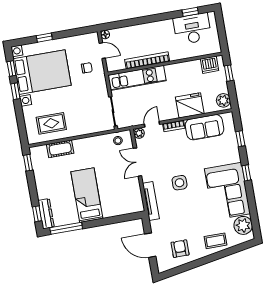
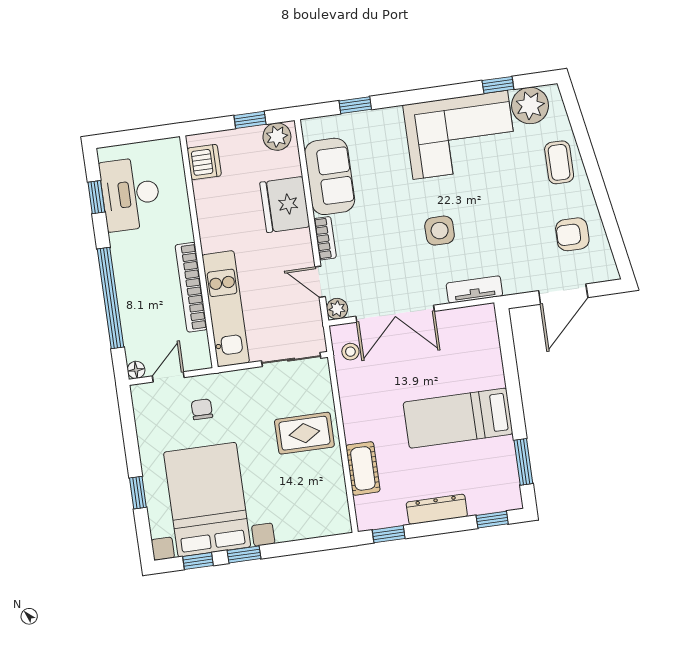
window: (140, 21) -> (111, 298), added
window: (229, 73) -> (250, 120), moved
rug: (51, 123) -> (304, 433), moved, turned 90
double door: (137, 162) -> (395, 314), width x1.37
window: (246, 173) -> (498, 85), moved
tv unit: (151, 201) -> (474, 290), width x0.71
dresser: (46, 214) -> (437, 509), moved
window: (66, 228) -> (523, 462), width x0.69

